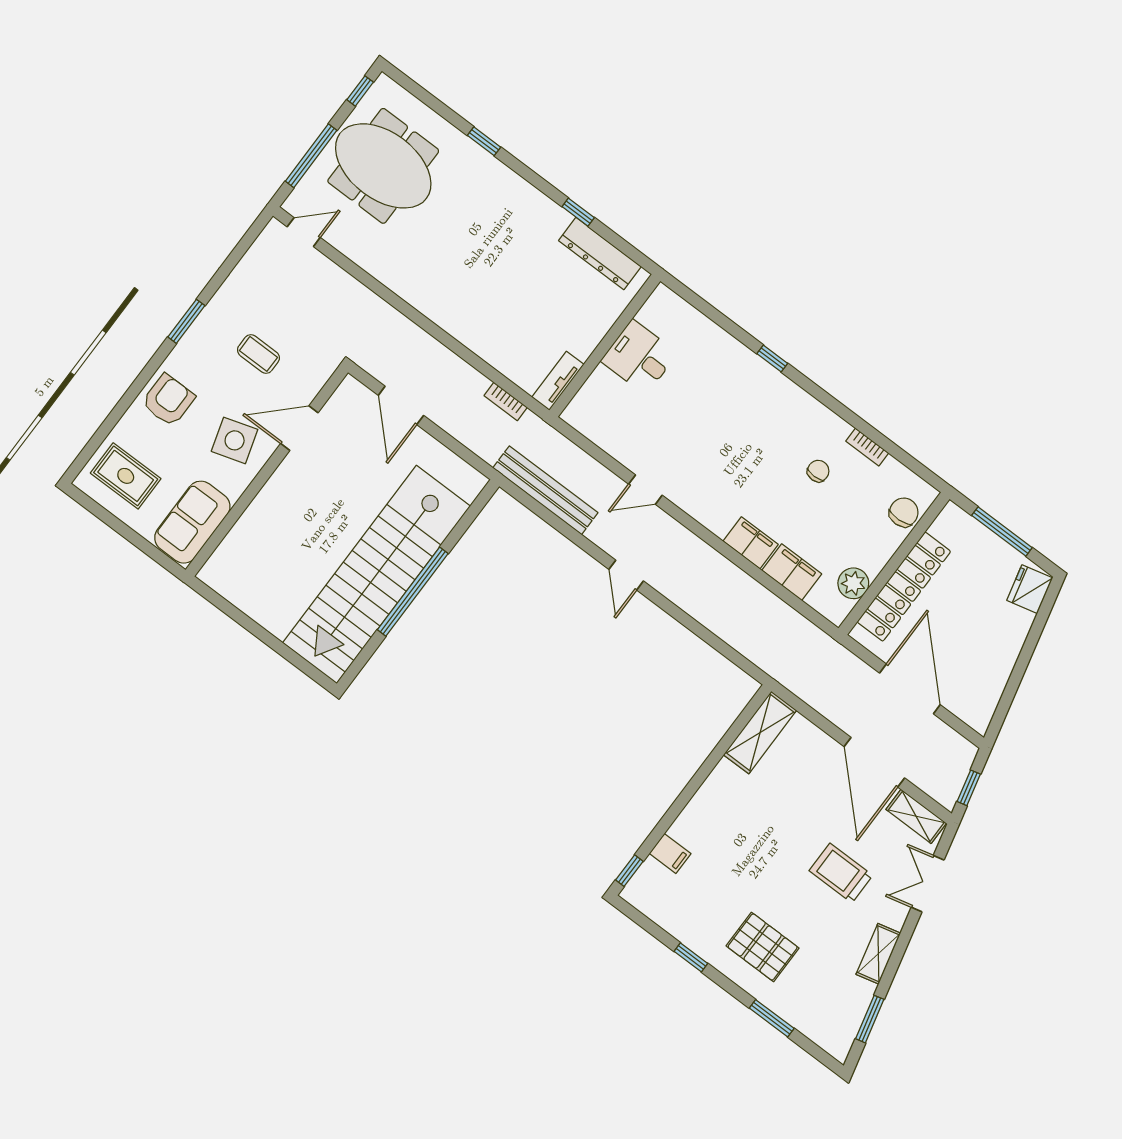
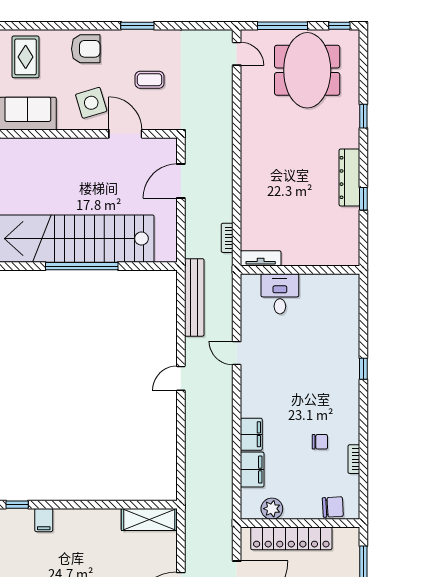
dresser: (600, 254) -> (349, 178), moved
coffee table: (258, 354) -> (150, 80), turned 90
desk: (639, 357) -> (280, 294), moved

